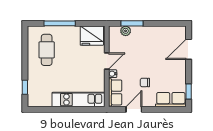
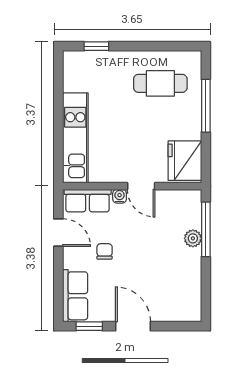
window: (132, 23) -> (206, 229), width x1.44
plant: (126, 31) -> (193, 238), moved
door: (189, 49) -> (133, 326), moved

